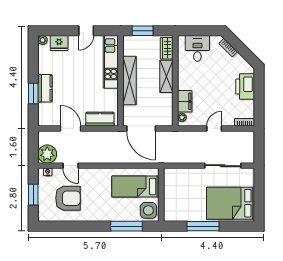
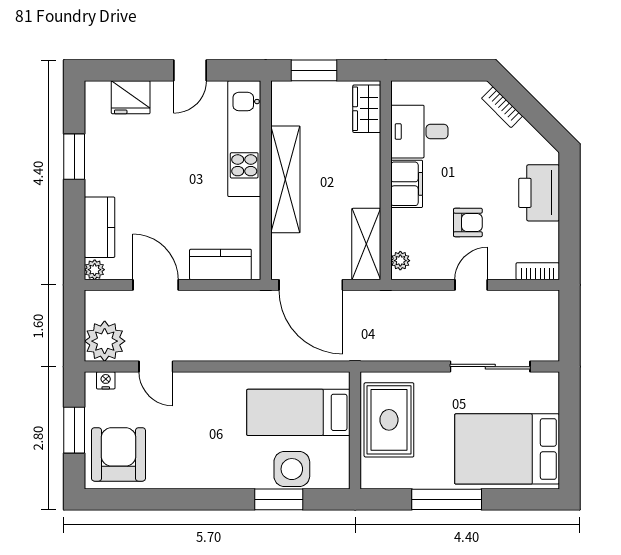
plant: (43, 40) -> (95, 270), moved
desk: (197, 48) -> (419, 132), moved, turned -90
shelving: (166, 76) -> (366, 244), moved
kitchen counter: (45, 88) -> (100, 227), moved
window: (33, 93) -> (74, 157), moved
armchair: (213, 100) -> (468, 222), added
filing cabinet: (185, 101) -> (407, 184), moved
rug: (177, 190) -> (389, 420), added
armchair: (68, 198) -> (118, 454), moved, turned -90
side table: (148, 210) -> (292, 469), moved
window: (126, 226) -> (279, 499), width x0.69

